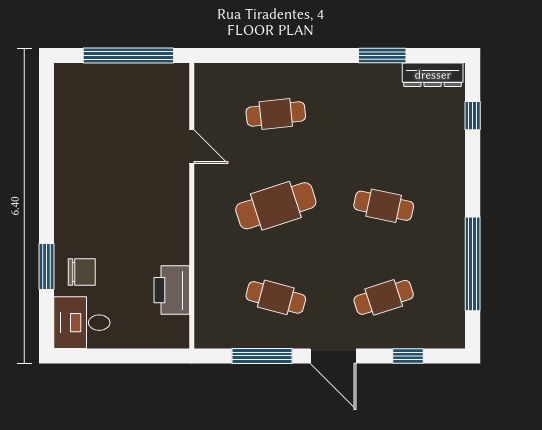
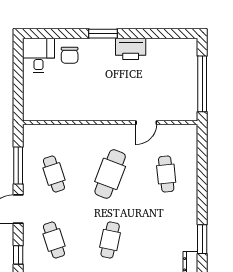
cafe table: (276, 206) -> (110, 174), turned 39
window: (46, 267) -> (103, 34), moved
printer: (172, 290) -> (131, 49), moved, turned 180
cafe table: (276, 297) -> (54, 174), turned -33

